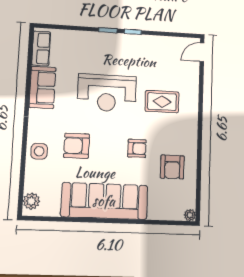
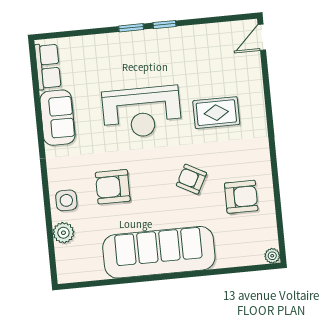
armchair: (137, 148) -> (191, 179), turned -152
armchair: (172, 167) -> (241, 197), turned -90
plant: (31, 201) -> (63, 233), moved

